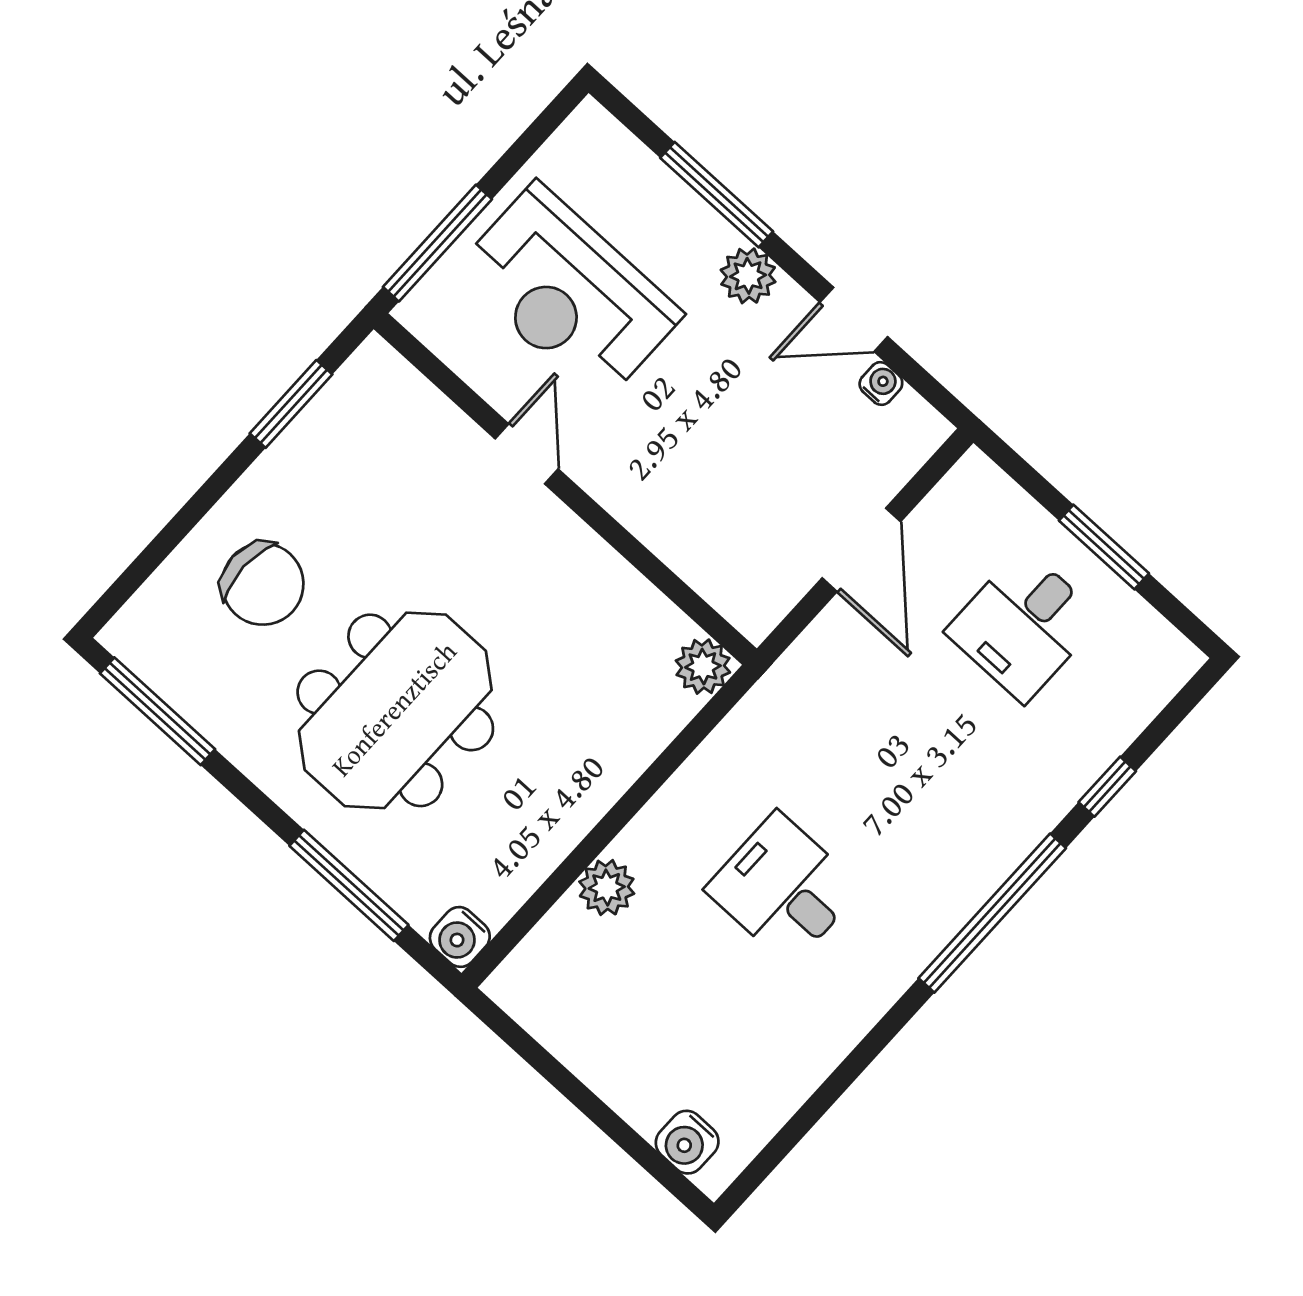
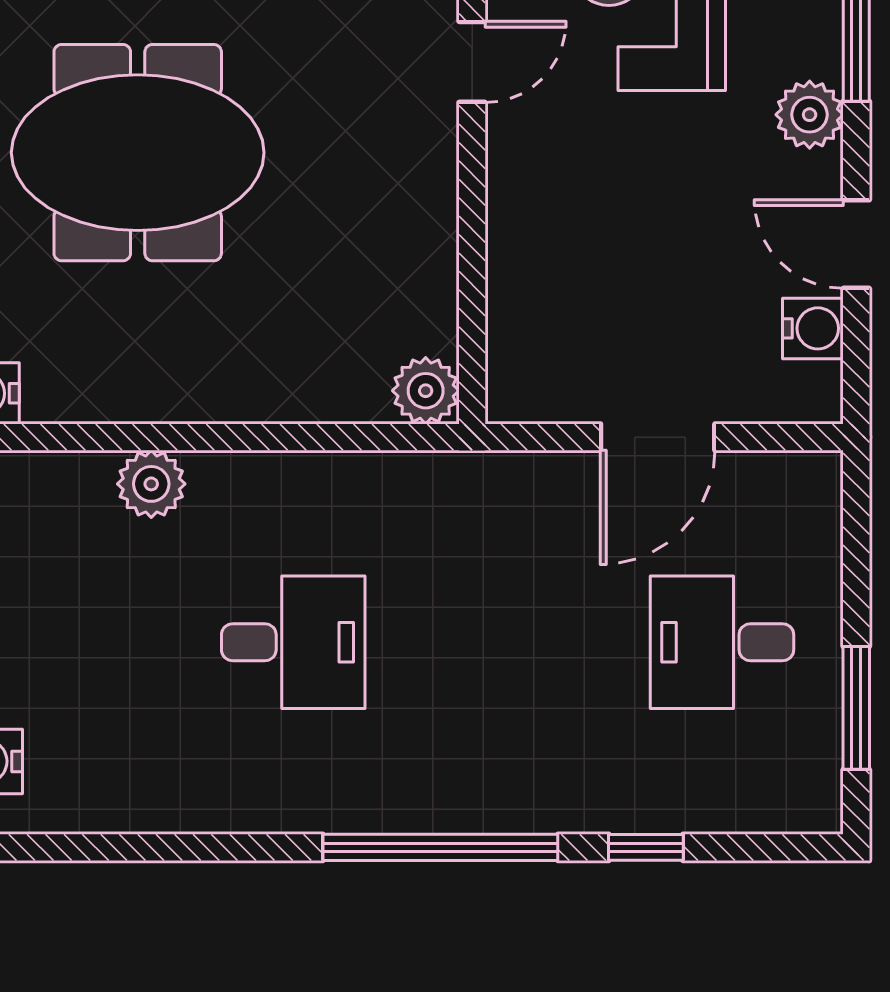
water cooler: (881, 384) -> (813, 328), width x1.38, depth x1.38
window: (1104, 547) -> (856, 708), moved
desk: (784, 889) -> (293, 642), turned 90

